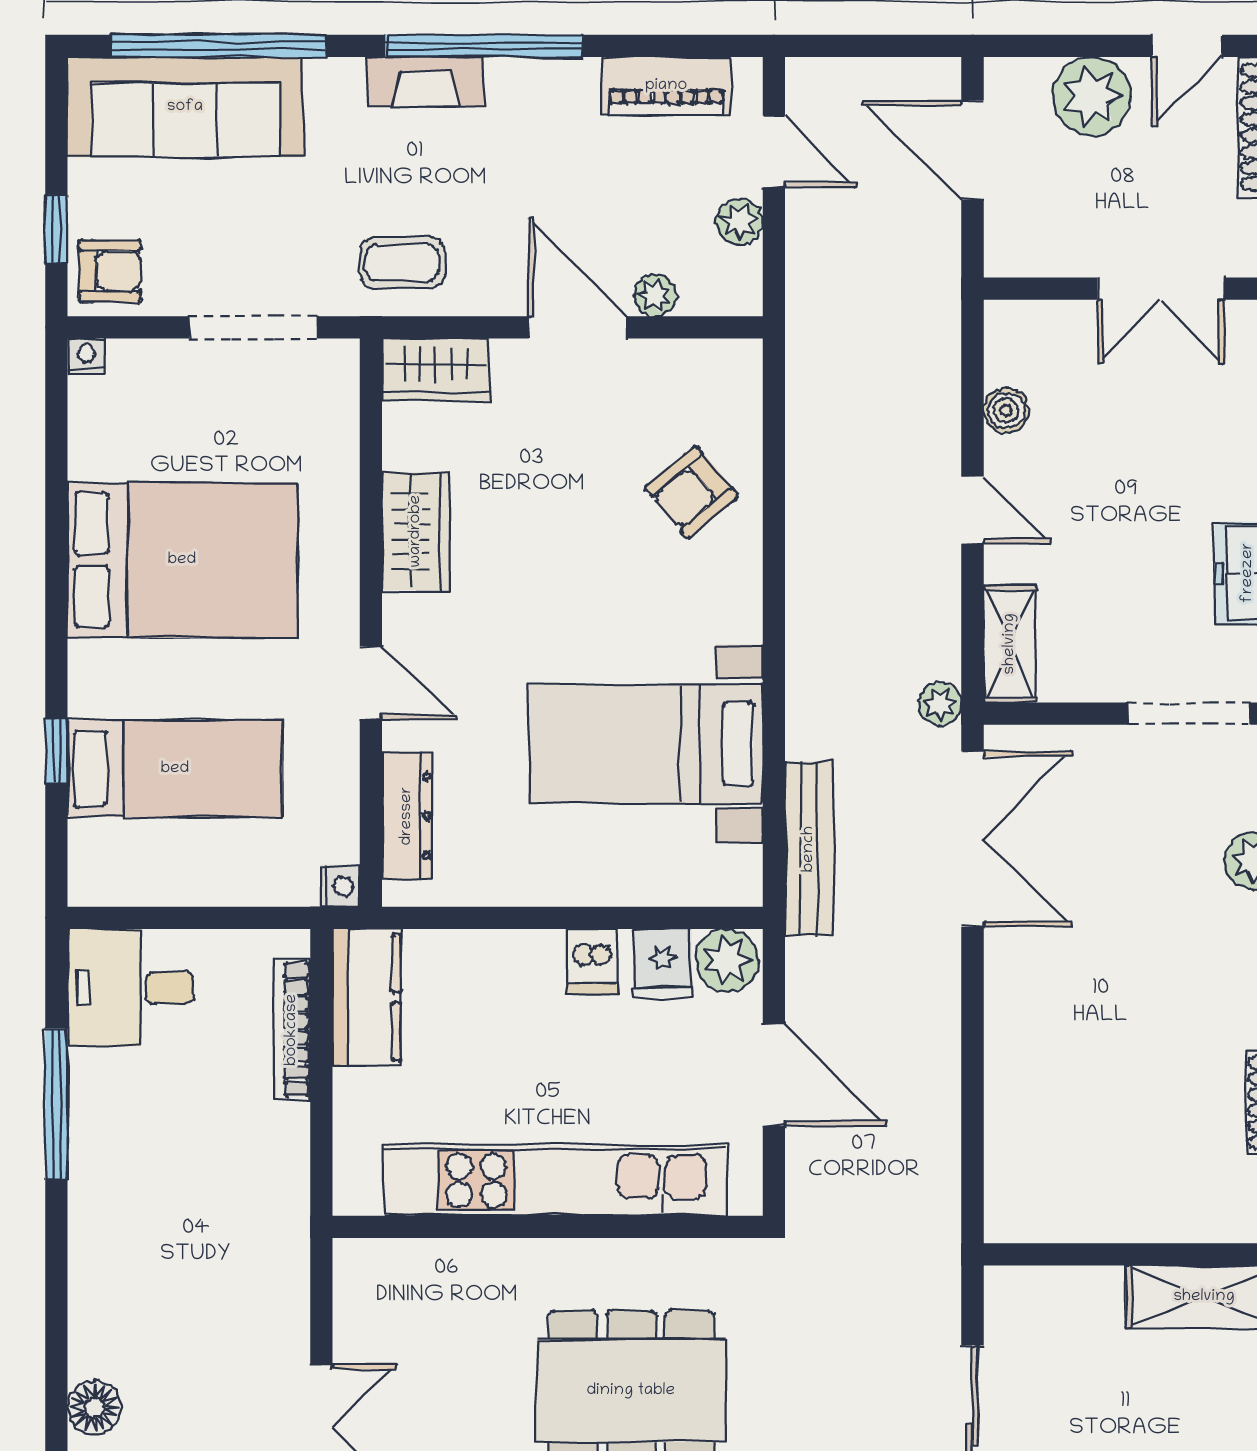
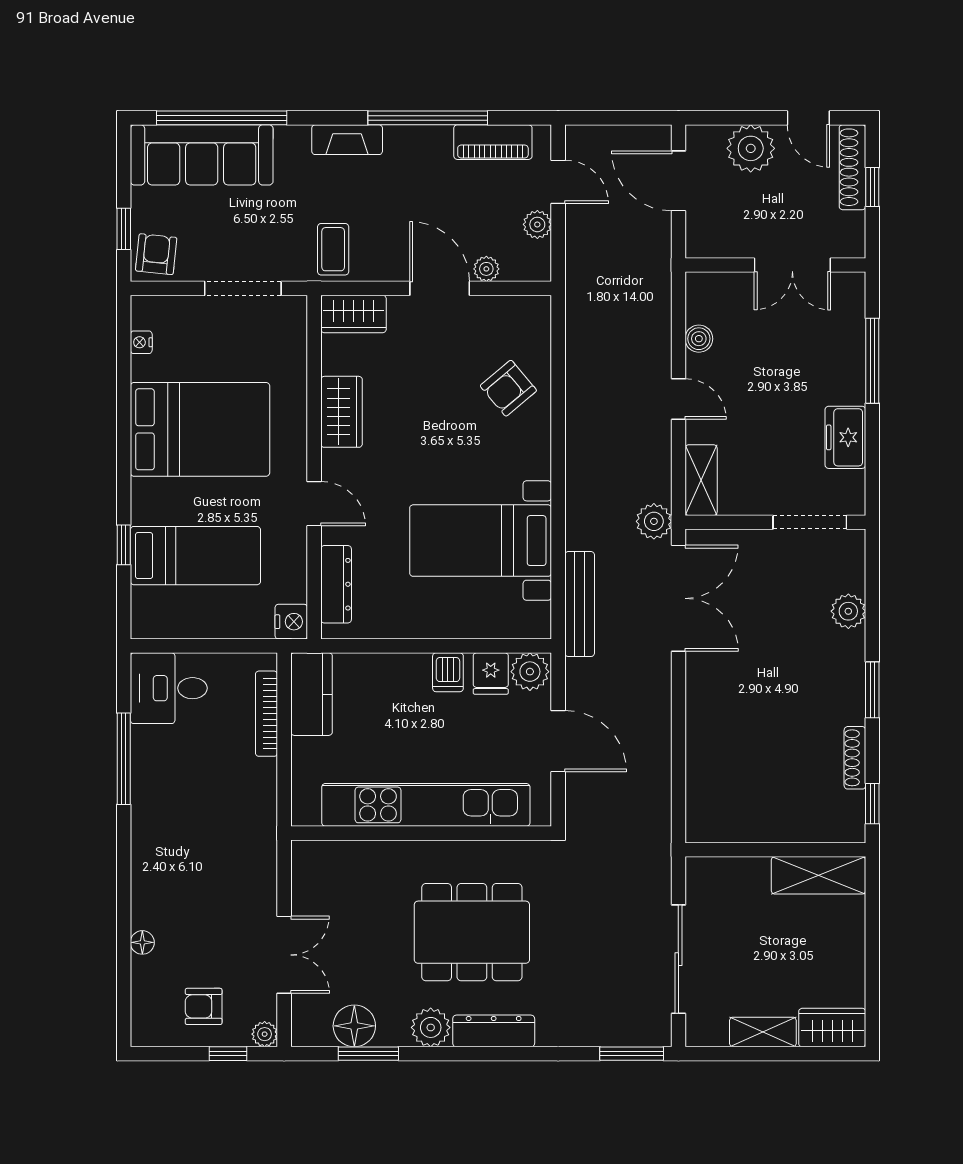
window: (484, 46) -> (428, 118), moved
door: (1187, 46) -> (808, 118), hinge flipped
coffee table: (402, 263) -> (333, 249), turned 90
armchair: (110, 271) -> (156, 254), turned -84
nightstand: (86, 356) -> (141, 342), moved, turned -90
plant: (940, 704) -> (654, 521), width x1.38, depth x1.38
nightstand: (340, 886) -> (291, 622), width x1.39, depth x1.35
floor lamp: (94, 1407) -> (142, 942), width x0.73, depth x0.73

